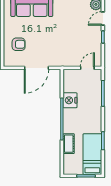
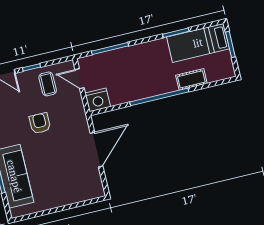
armchair: (19, 44) -> (40, 123), moved
coffee table: (89, 45) -> (48, 84), added
door: (36, 68) -> (97, 150), hinge flipped
nightstand: (70, 100) -> (98, 100), moved

